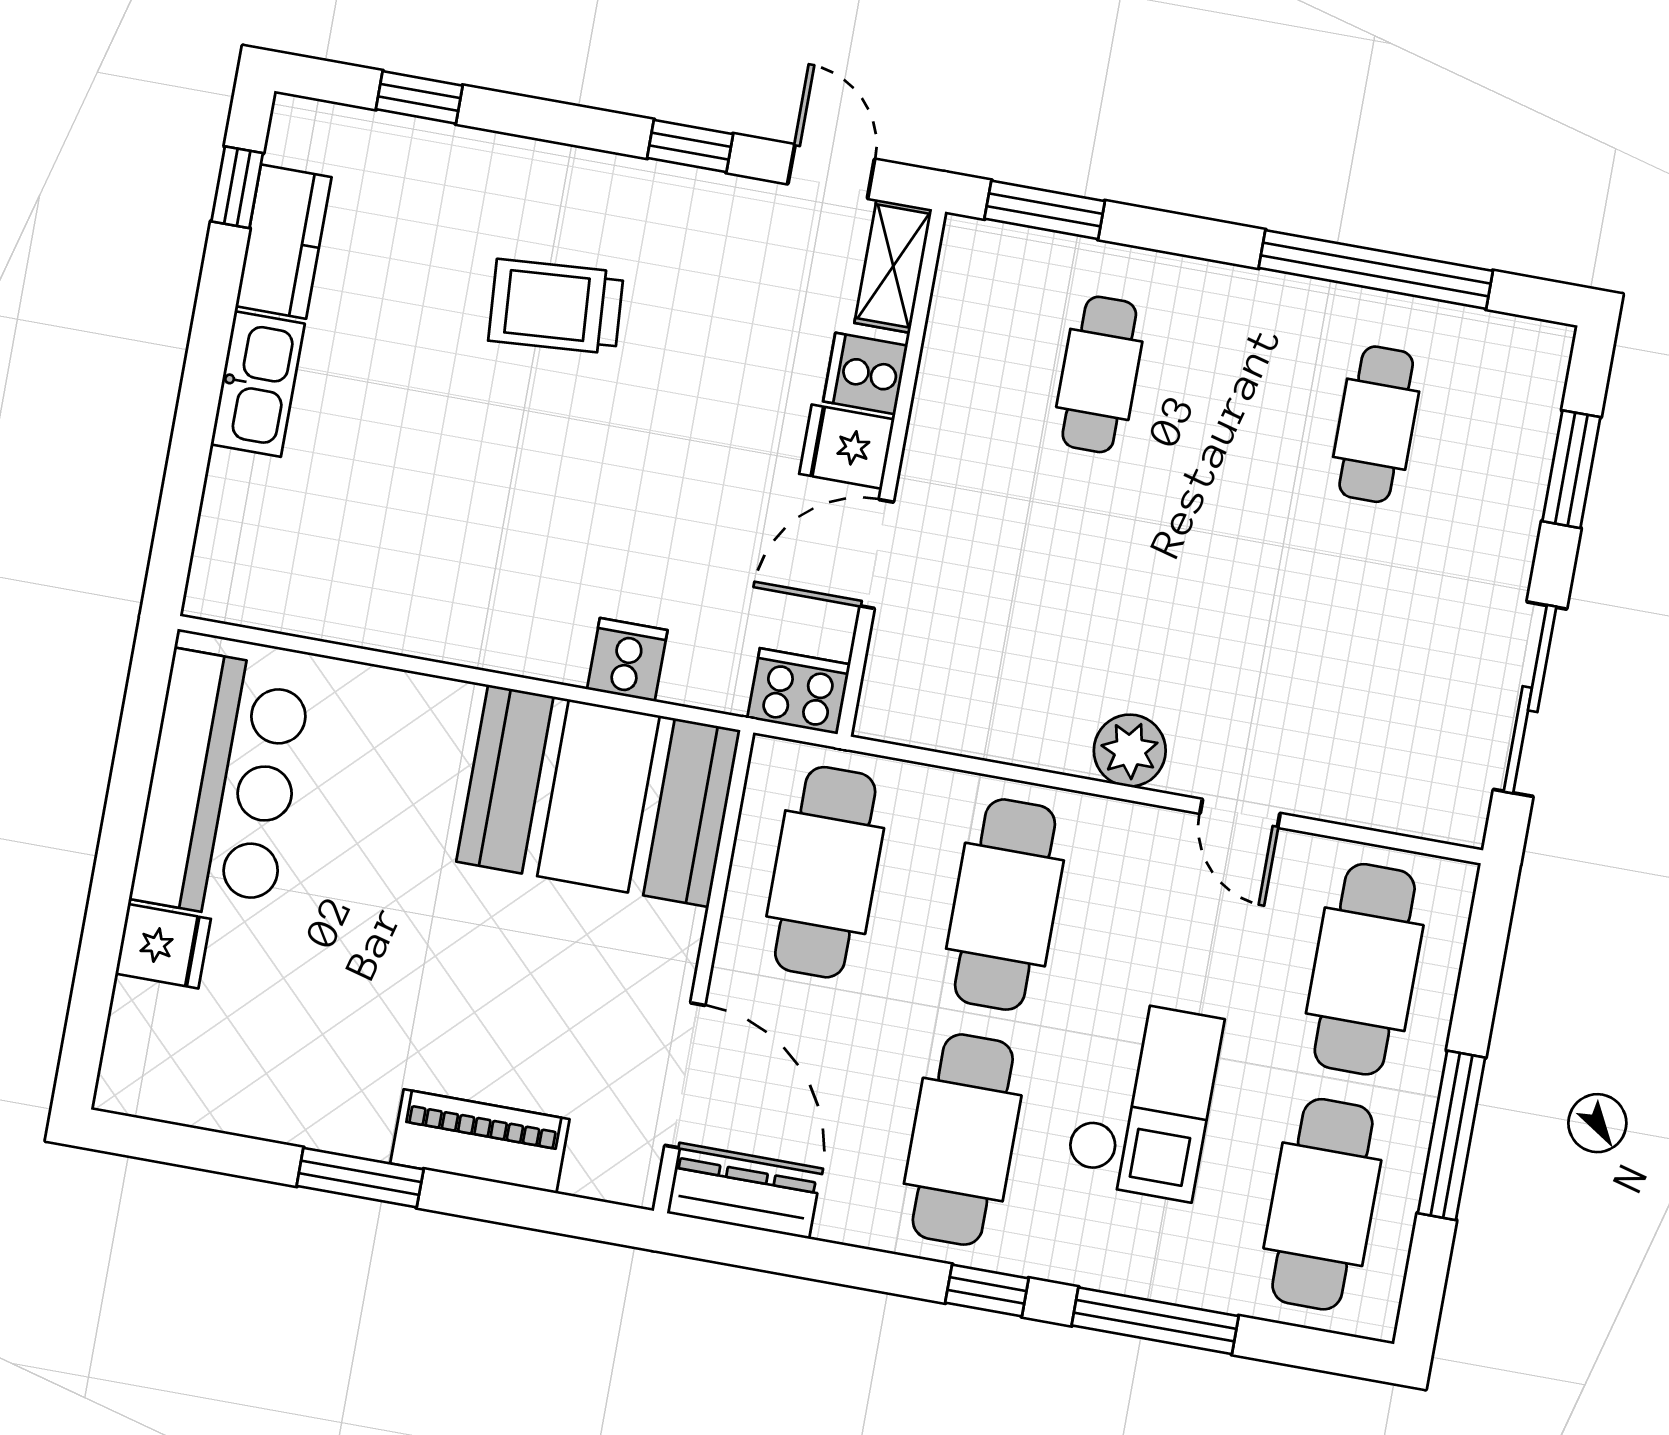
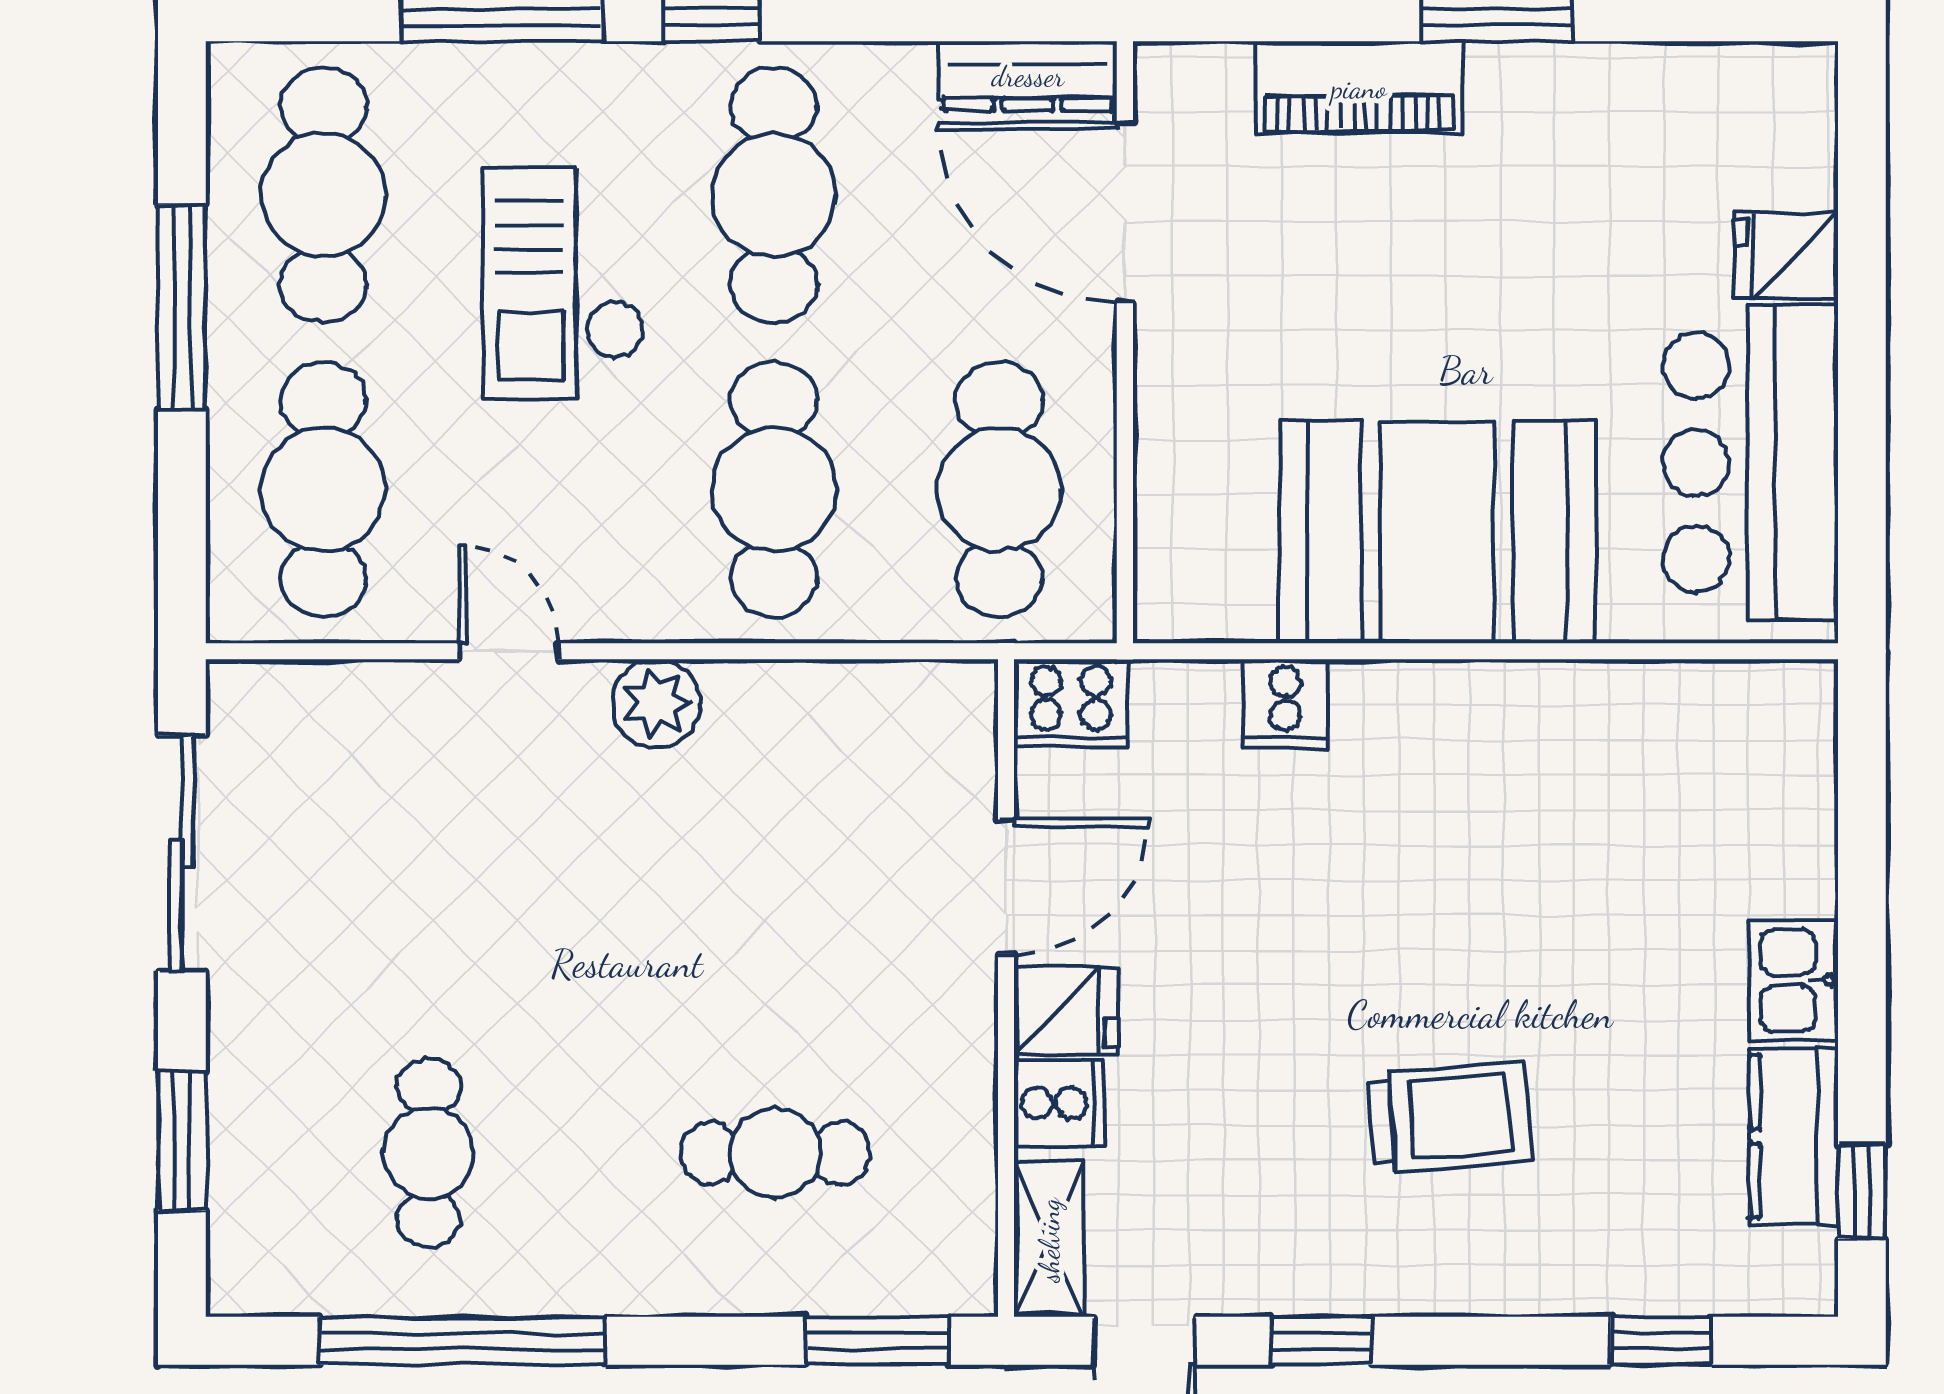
cafe table: (1099, 374) -> (775, 1153), turned 90
kitchen sink: (258, 384) -> (1794, 980), width x0.73
booth: (598, 796) -> (1437, 532), moved

